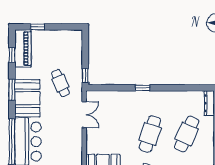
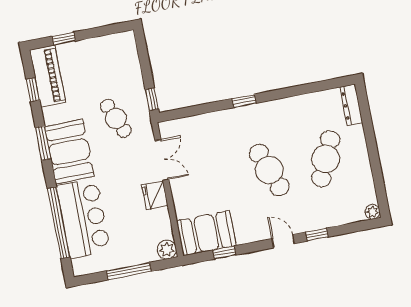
cafe table: (150, 134) -> (269, 170), turned -39
fridge: (75, 136) -> (155, 195), added

